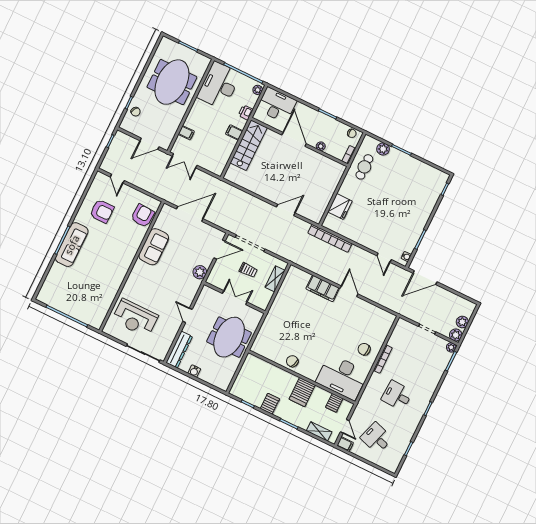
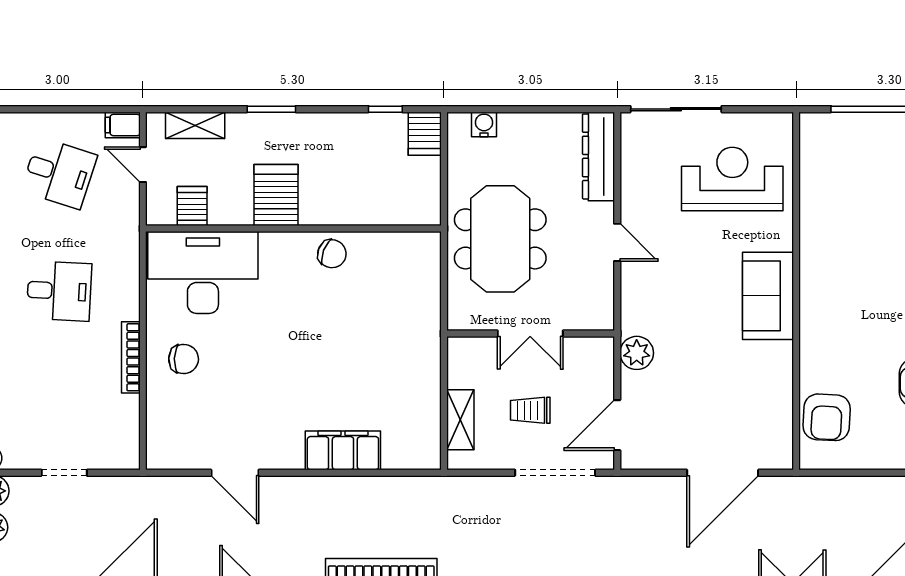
sofa: (154, 247) -> (768, 296), moved
door: (349, 291) -> (235, 473), moved
water cooler: (194, 371) -> (484, 124), moved
server rack: (270, 404) -> (425, 134), moved

